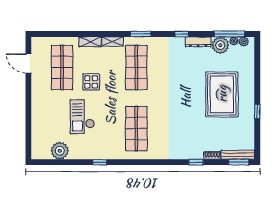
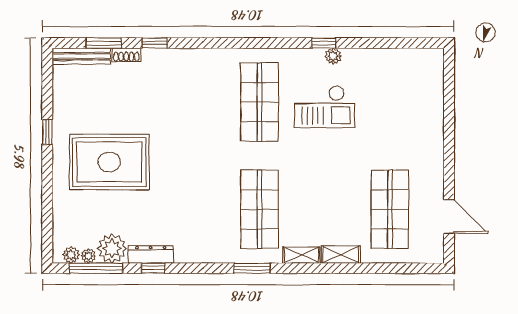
window: (182, 34) -> (153, 268), moved
display table: (91, 82) -> (339, 184), removed
rug: (222, 94) -> (109, 162), turned 90
checkout: (82, 117) -> (324, 107), moved, turned 90
plant: (60, 151) -> (333, 56), moved, width x0.53, depth x0.53
window: (239, 162) -> (104, 43), moved

